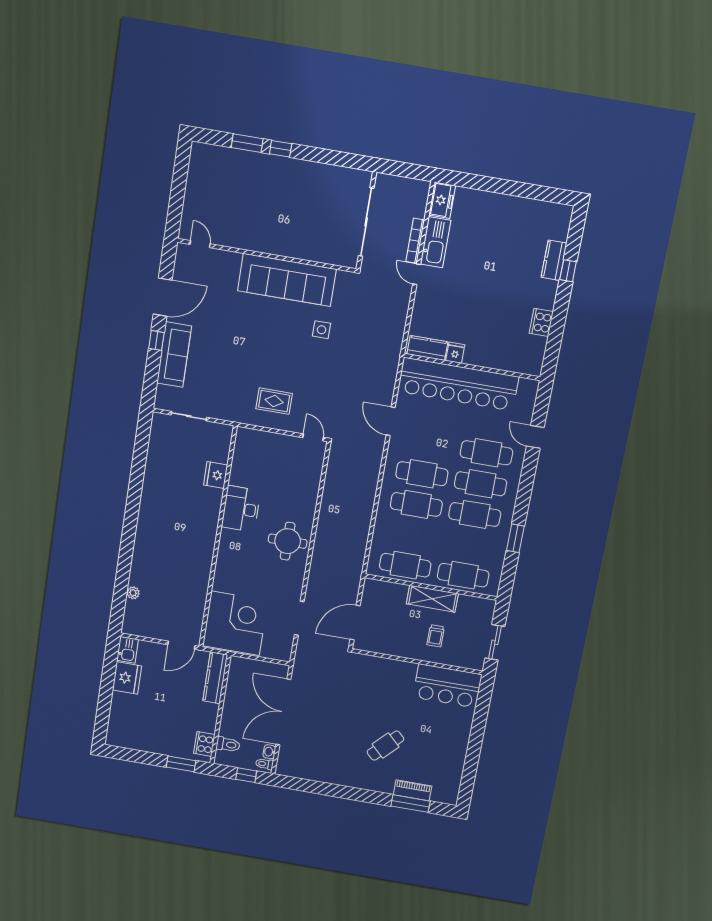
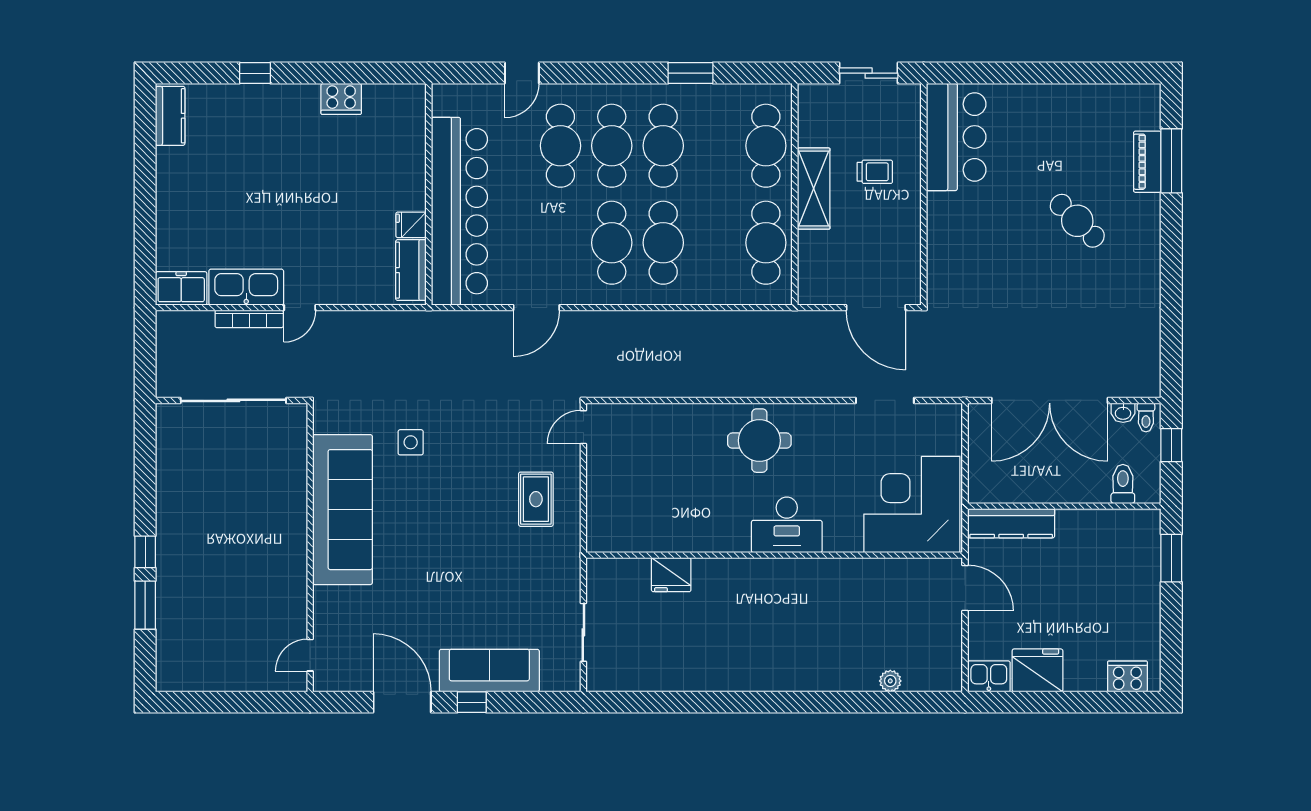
kitchen counter: (554, 260) -> (170, 116), moved, turned -90
desk: (241, 509) -> (787, 525), moved
cooker: (204, 744) -> (1127, 676), moved, turned 180

